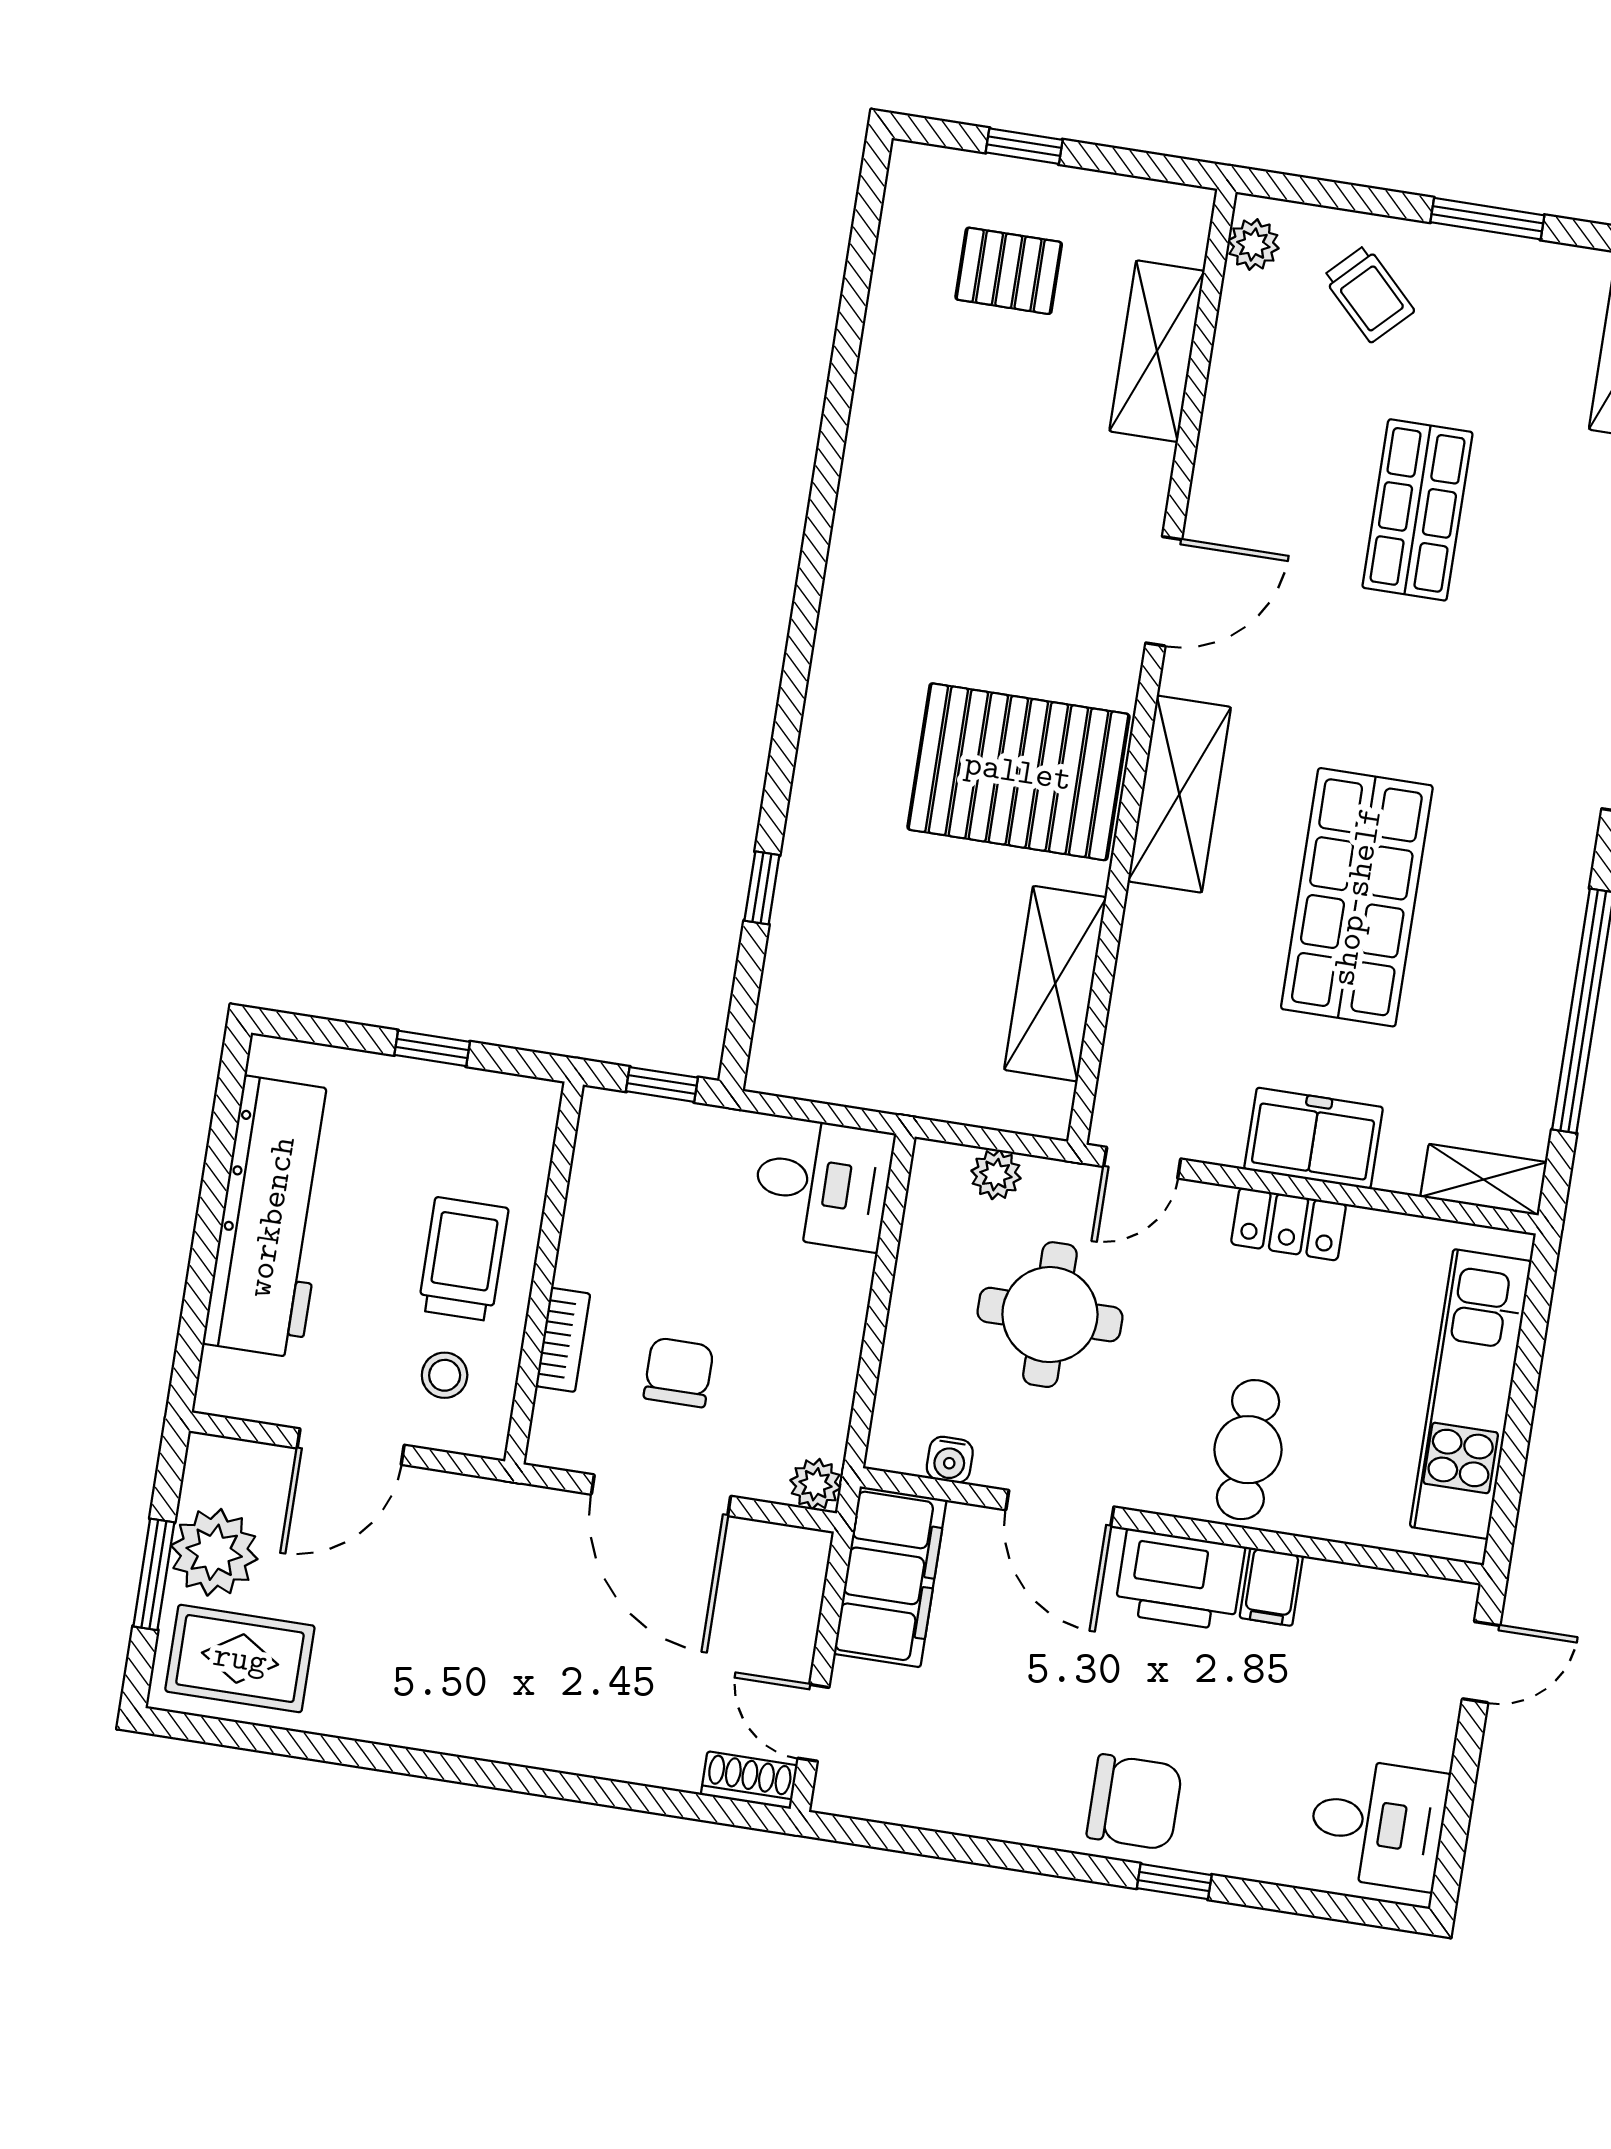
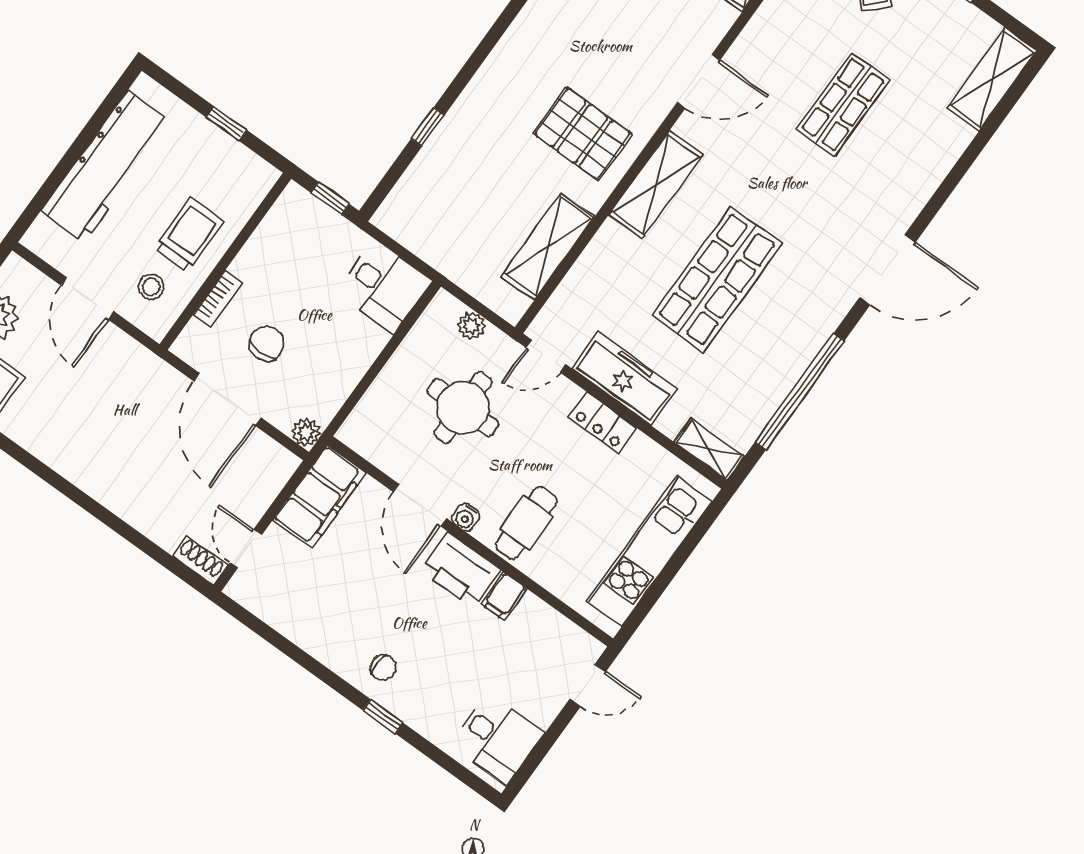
pallet: (1018, 772) -> (582, 134), width x0.73, depth x0.71
freezer: (1314, 1138) -> (625, 378), width x1.40
door: (351, 1447) -> (87, 298), hinge flipped
water cooler: (950, 1460) -> (466, 517), moved
chair: (1134, 1802) -> (383, 668), width x0.54, depth x0.54

